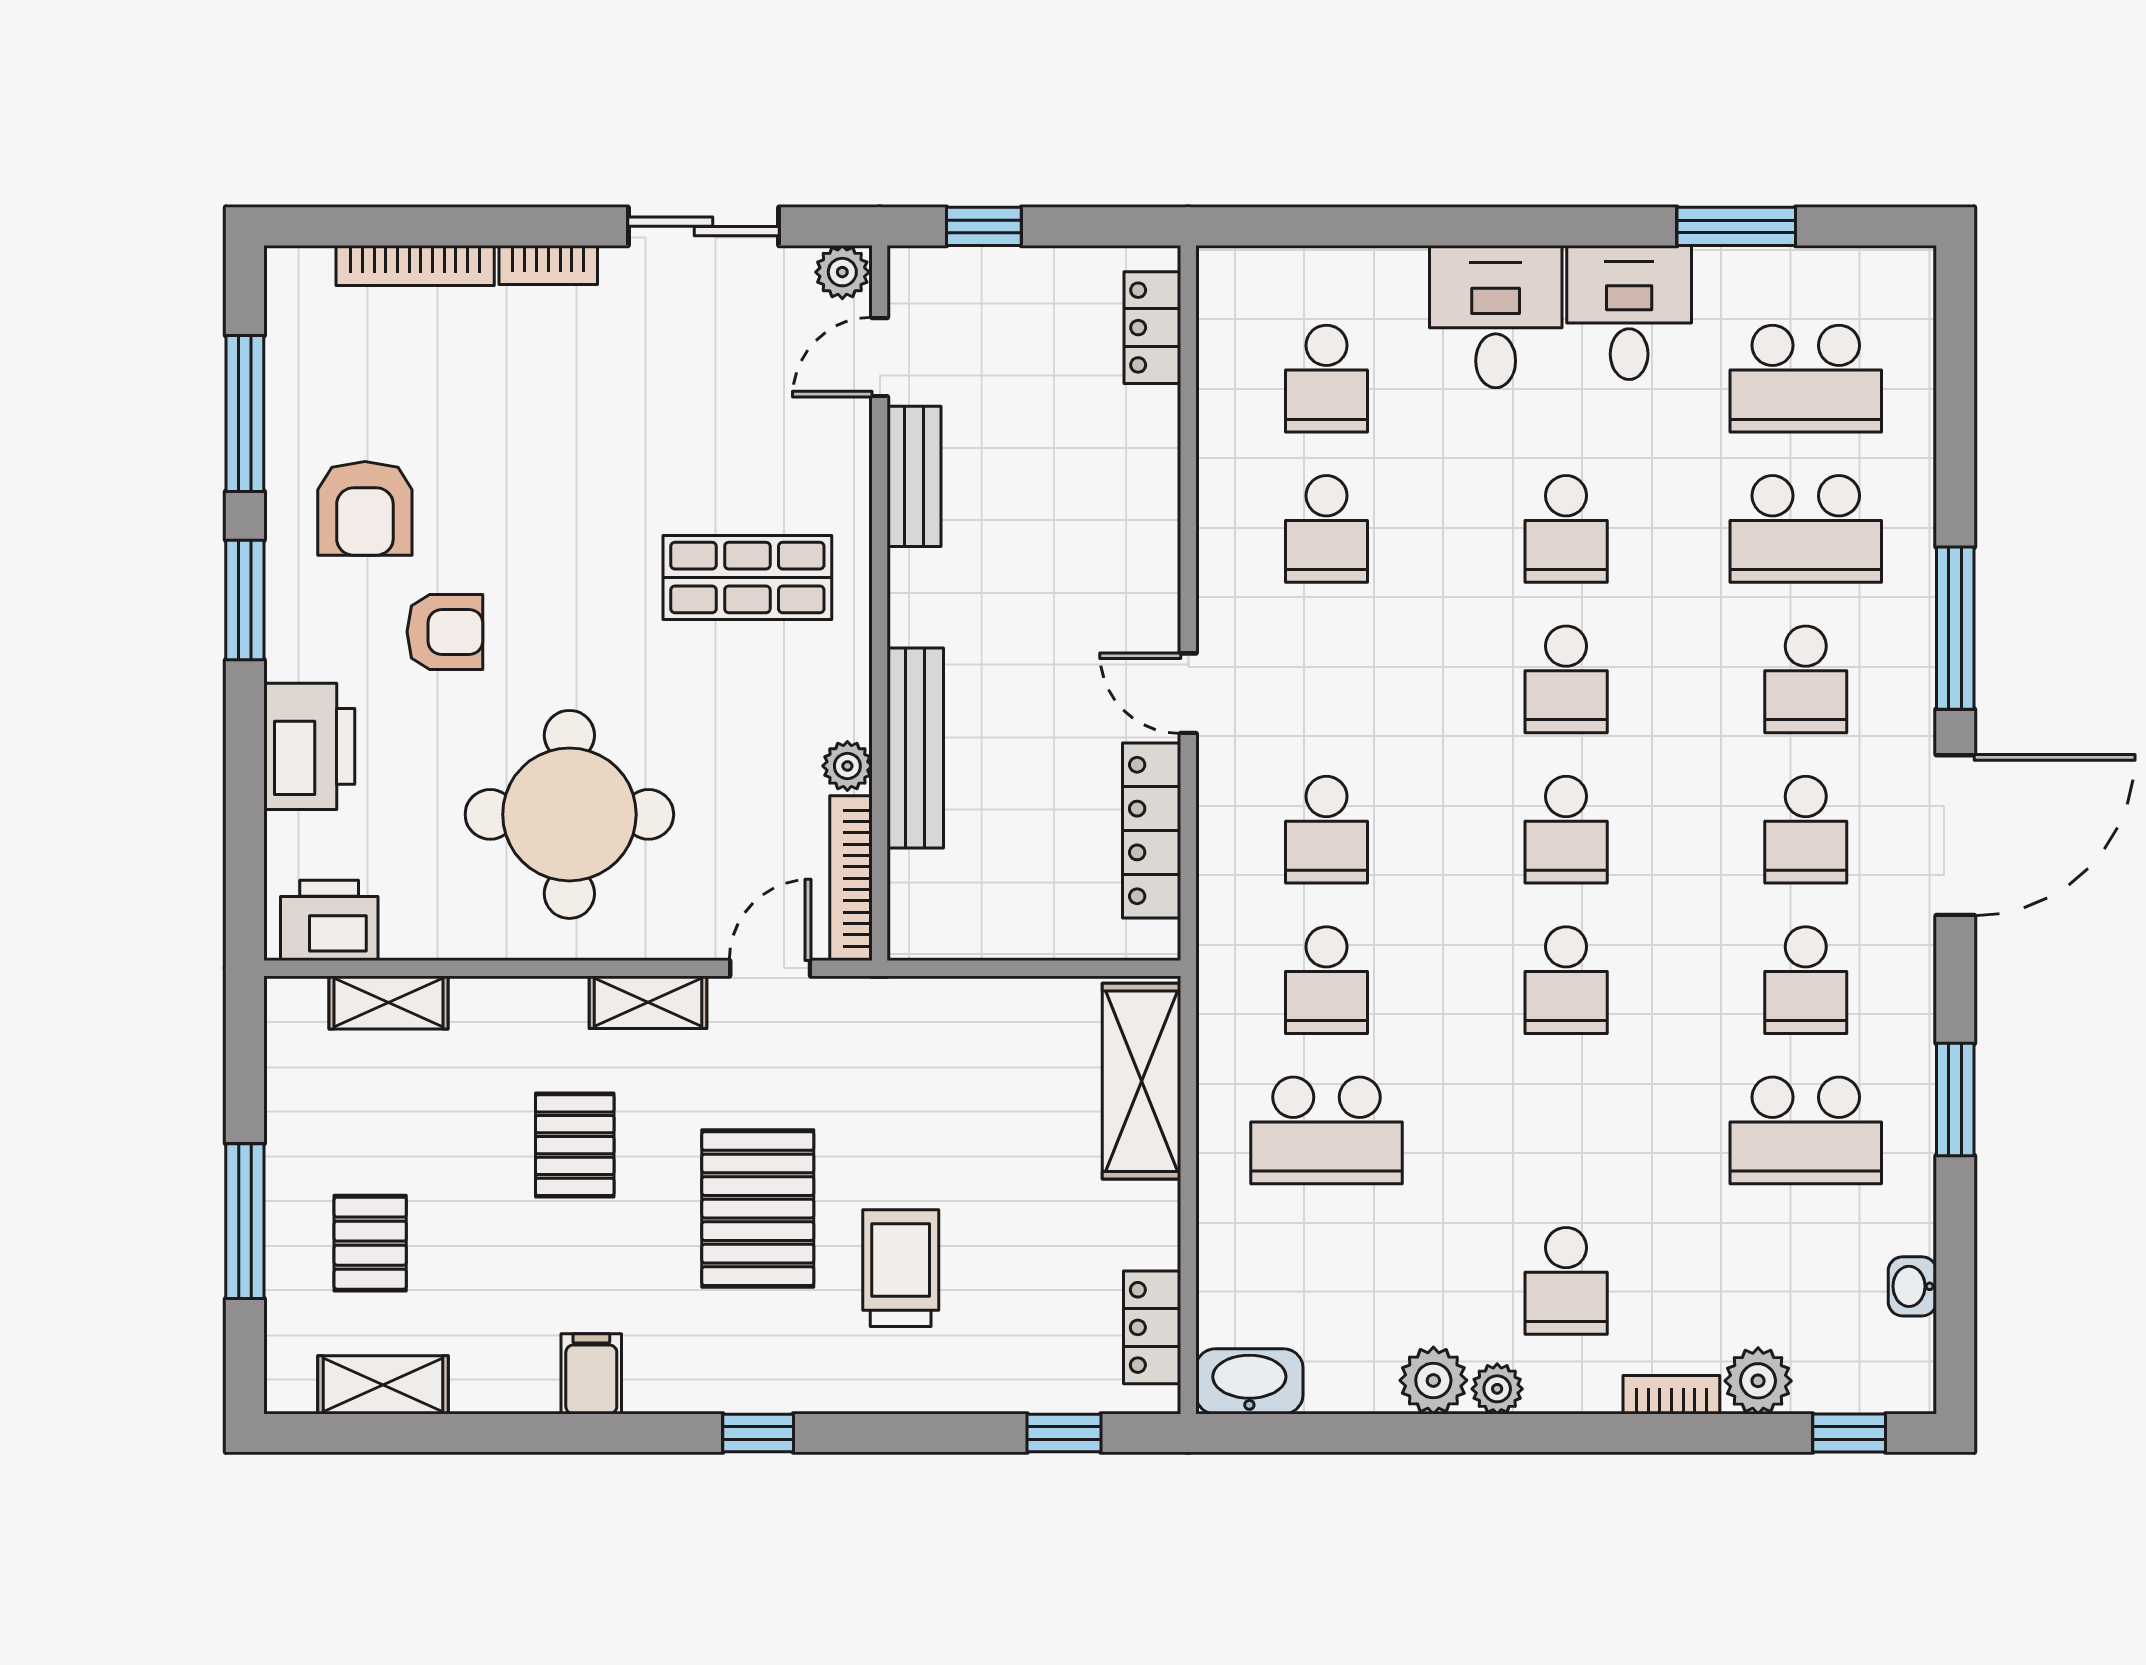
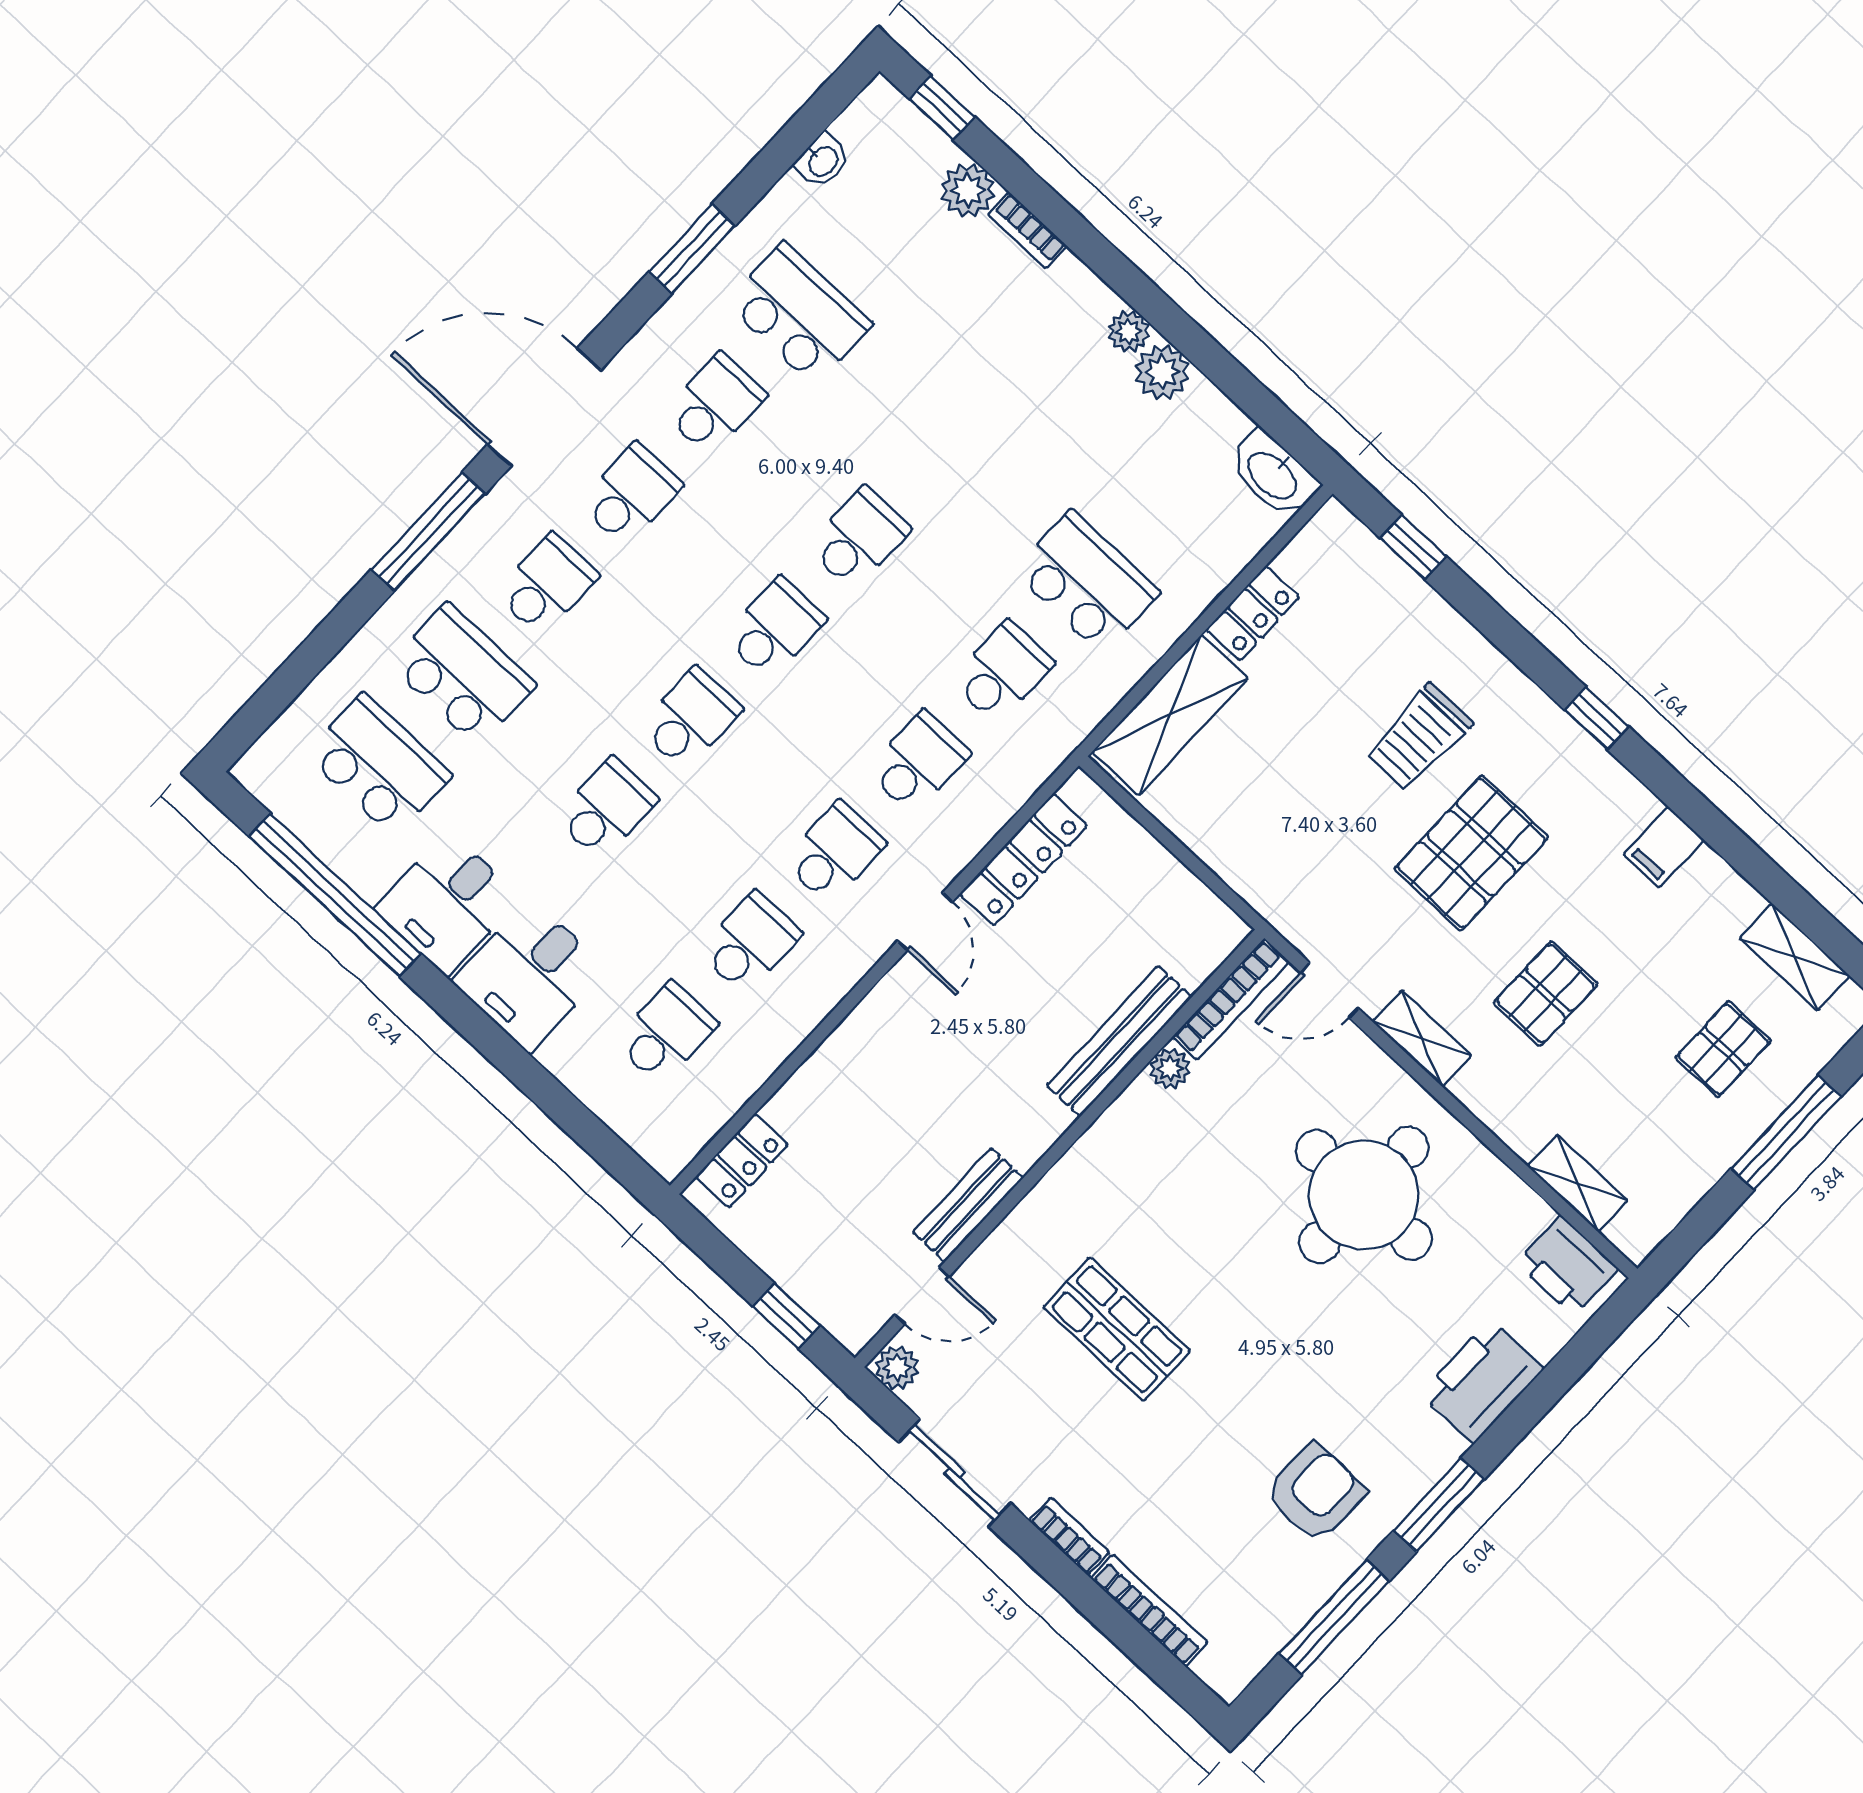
window: (1736, 226) -> (335, 895), width x2.11
shop shelf: (747, 578) -> (1117, 1329), moved
armchair: (445, 632) -> (1337, 1374), removed
school desk: (1566, 1281) -> (834, 853), moved
locker: (1152, 1327) -> (1253, 613), moved

